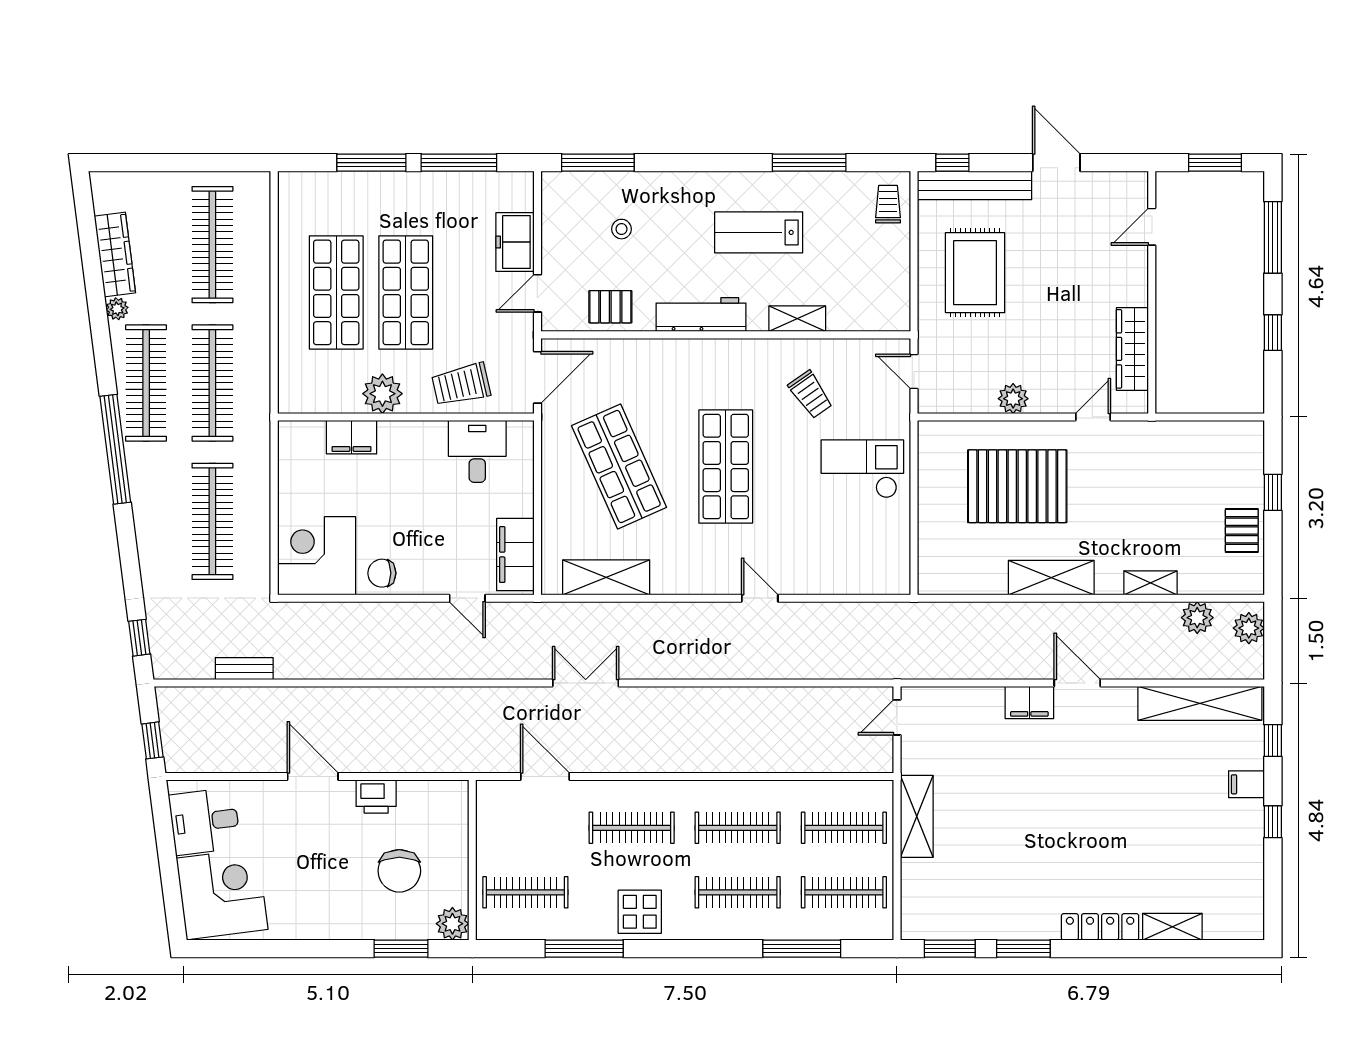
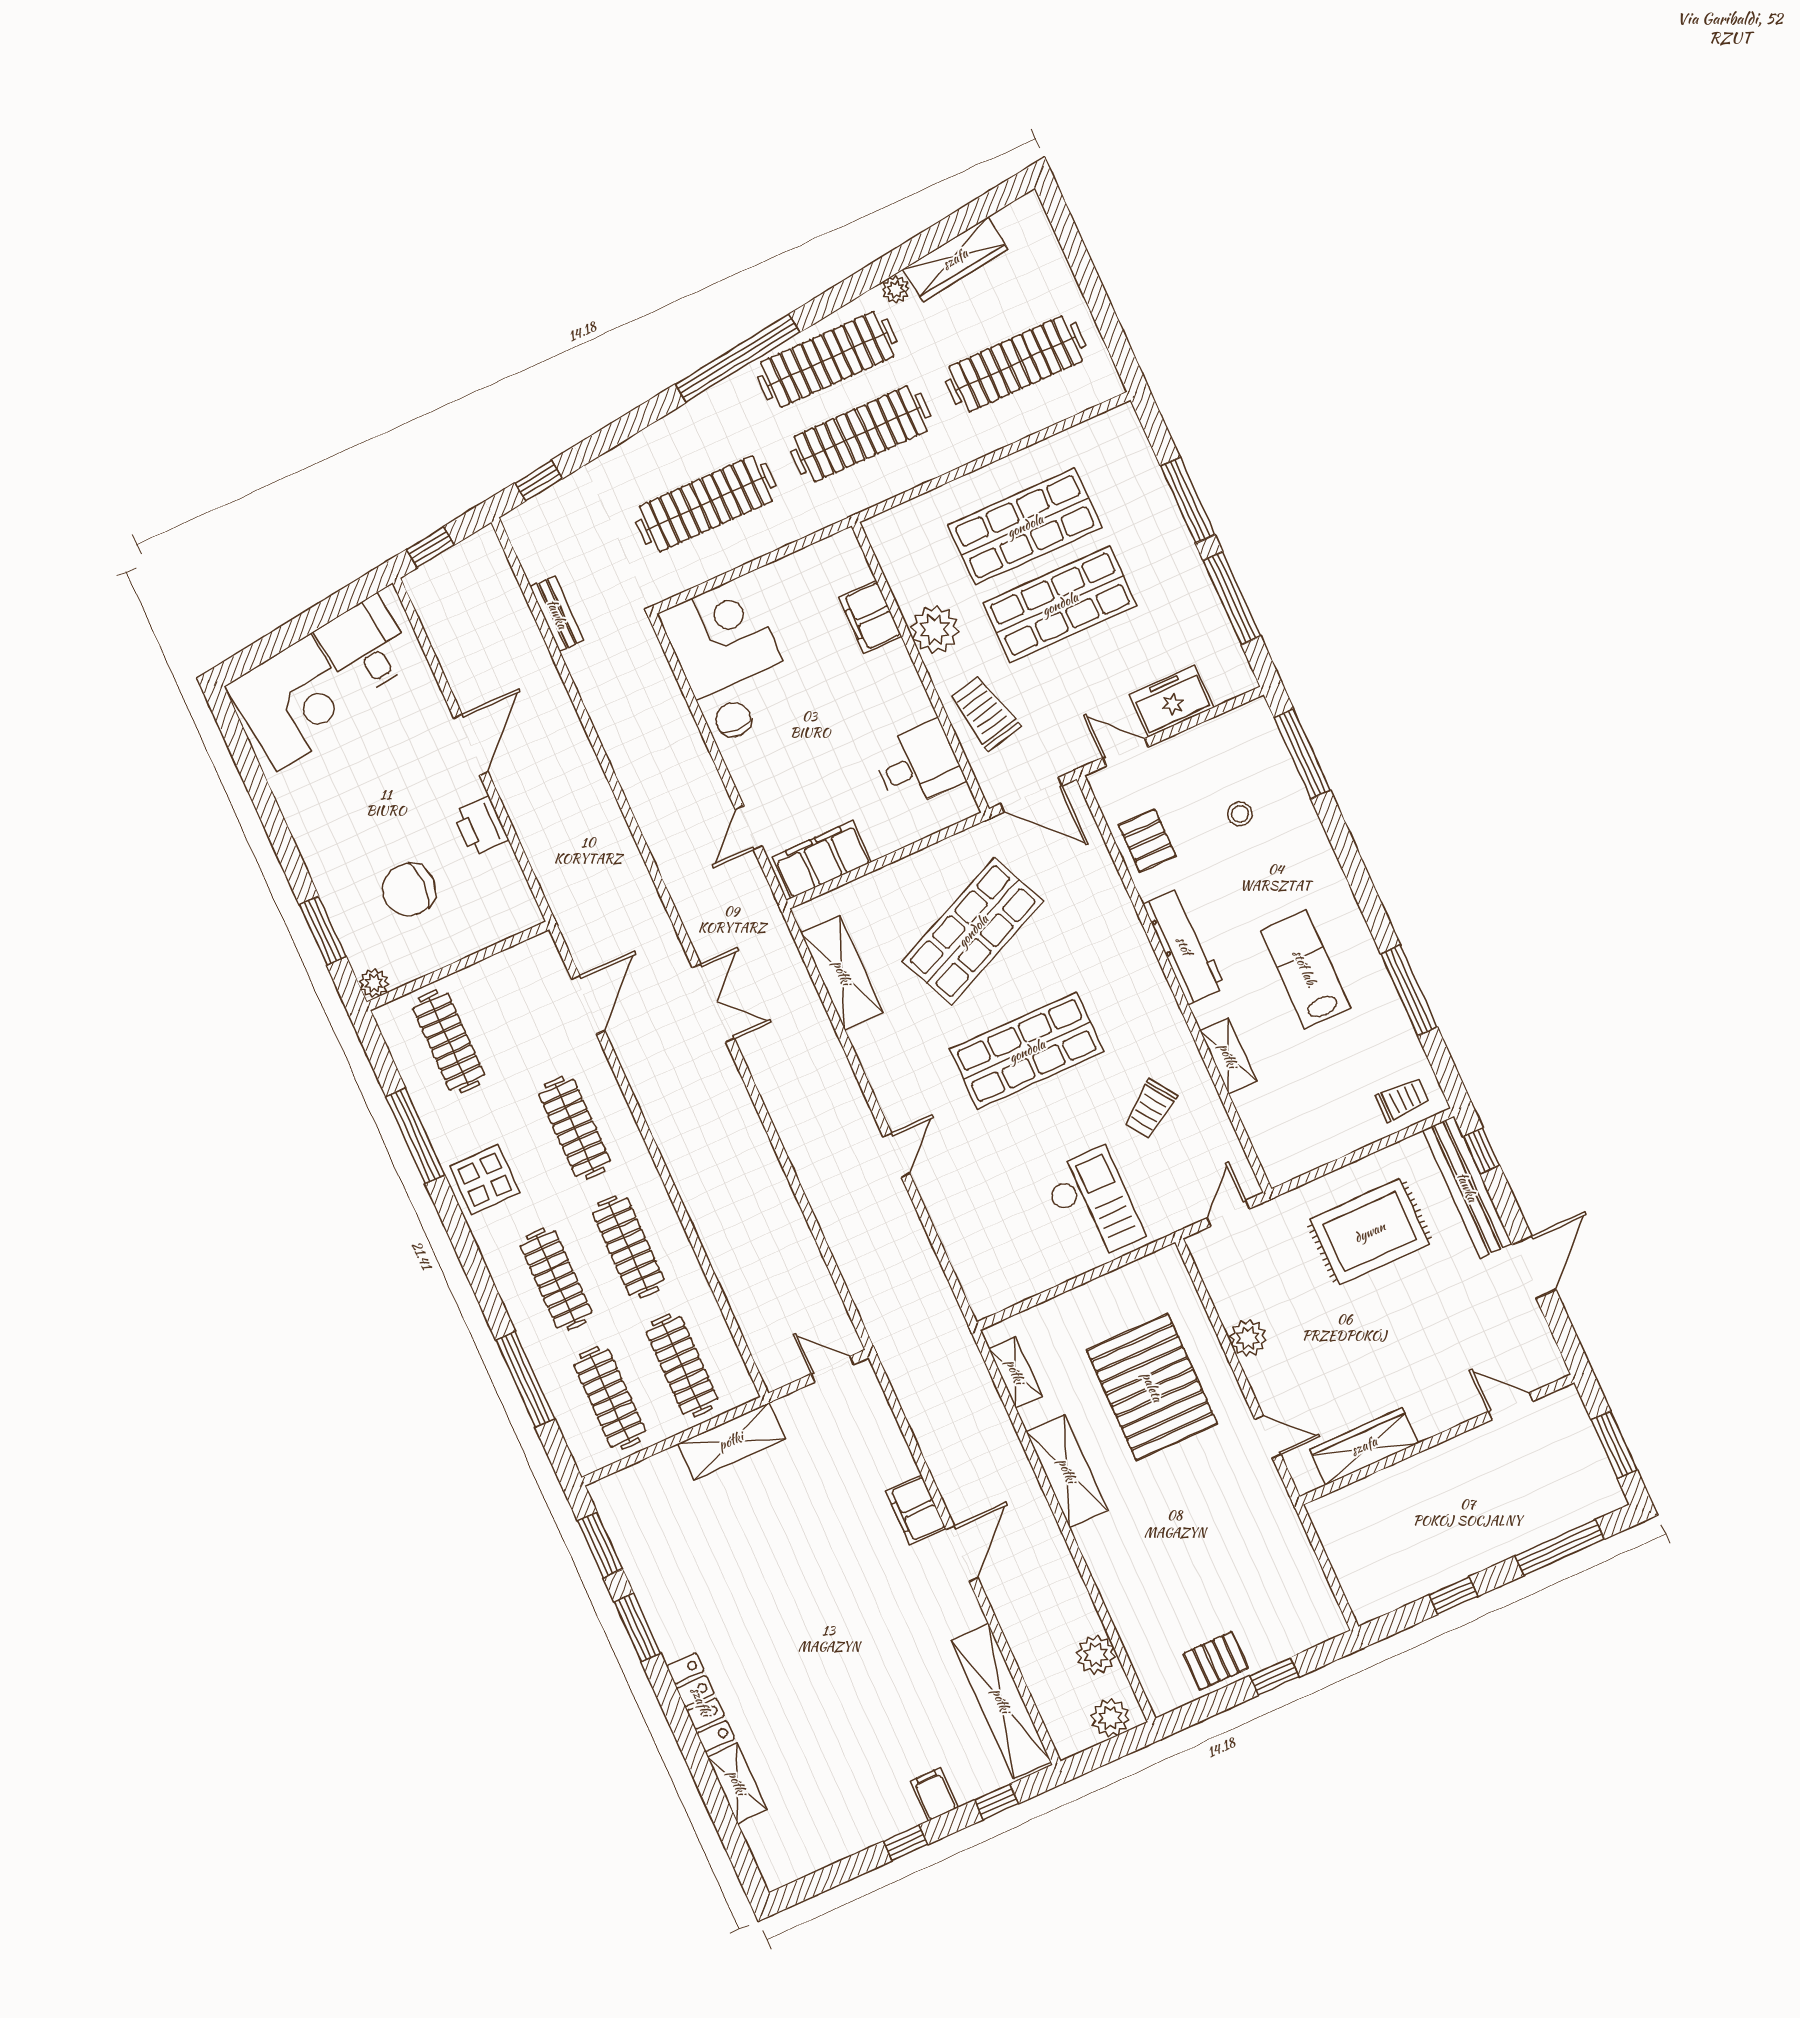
shelving: (1150, 583) -> (1015, 1372), moved
plant: (452, 924) -> (374, 983), width x0.73, depth x0.73

